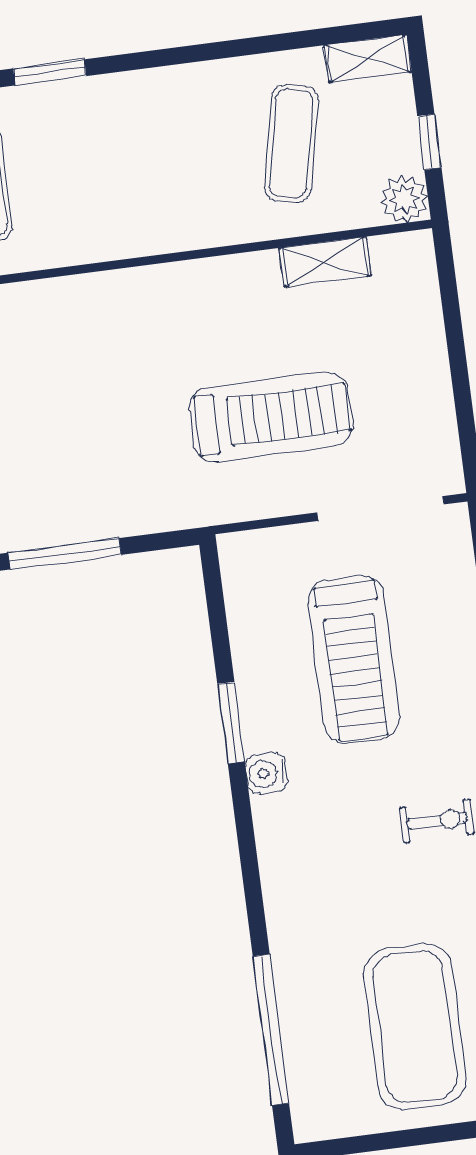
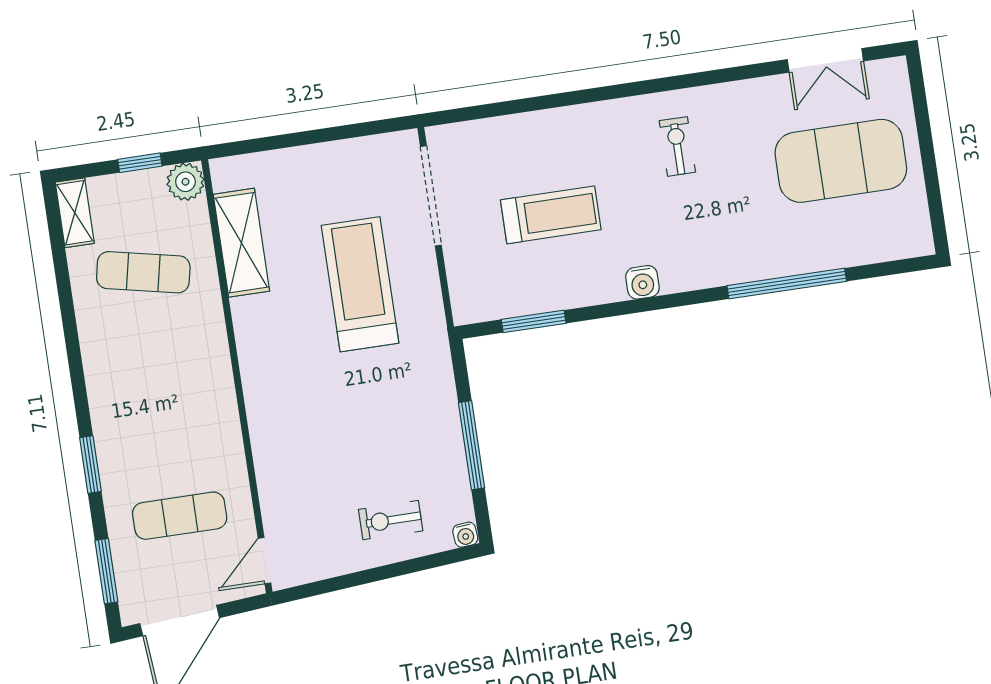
shelving: (325, 262) -> (241, 243), width x1.50, depth x1.33
treadmill: (354, 659) -> (551, 215), width x0.73, depth x0.73
window: (231, 723) -> (534, 321), moved
window: (271, 1030) -> (787, 284), moved

